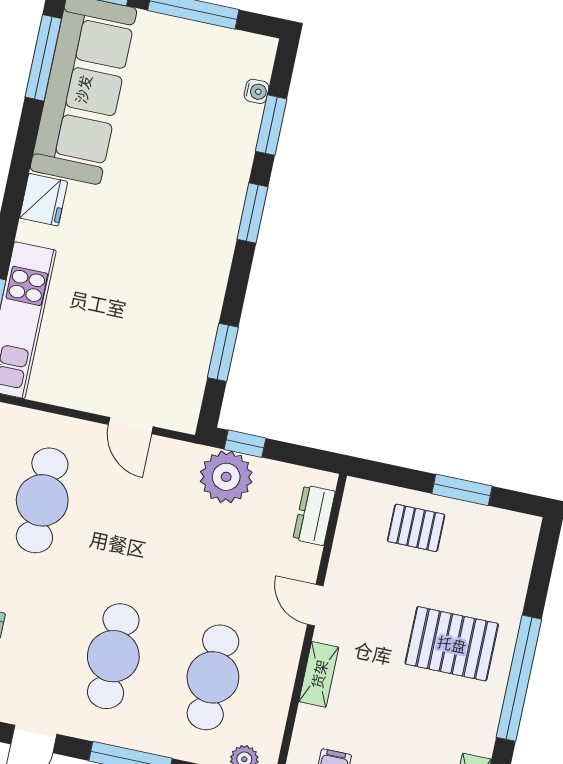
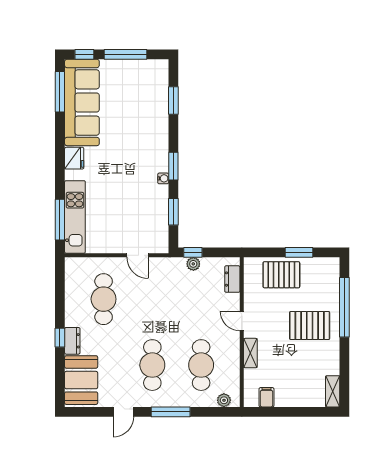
water cooler: (257, 91) -> (163, 178), moved
window: (252, 213) -> (173, 166), moved
plant: (226, 477) -> (193, 264), width x0.53, depth x0.53
pallet: (416, 528) -> (281, 275), width x1.50, depth x1.42
window: (519, 678) -> (344, 307), moved

